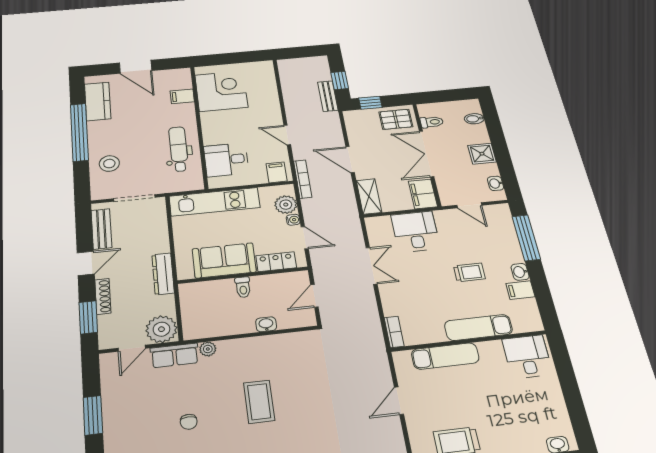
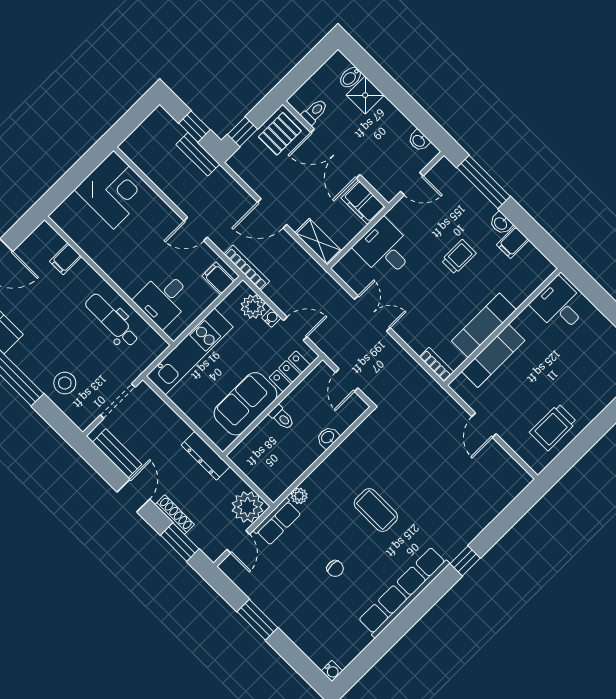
corner desk: (221, 91) -> (114, 190), moved, turned 90
shower: (482, 154) -> (365, 95), moved
exam couch: (478, 327) -> (484, 325), moved

